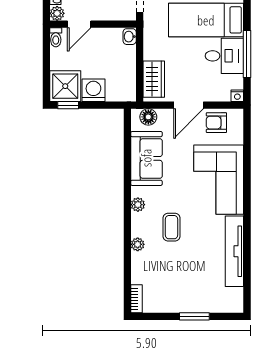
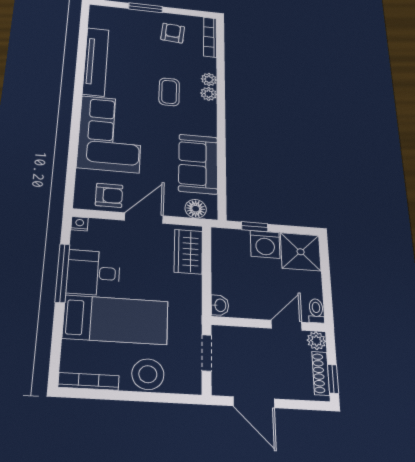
window: (68, 105) -> (255, 227), moved
plant: (138, 205) -> (209, 94), moved
armchair: (170, 291) -> (173, 33), added
bookcase: (136, 299) -> (210, 37), width x1.56

